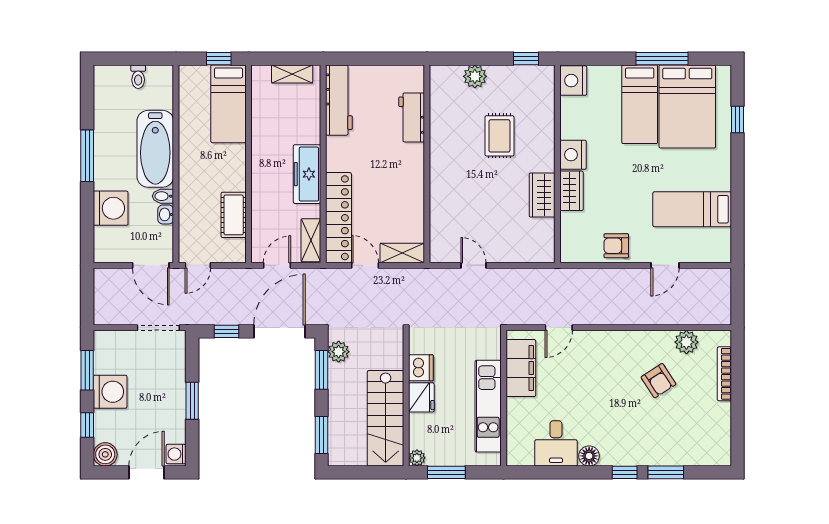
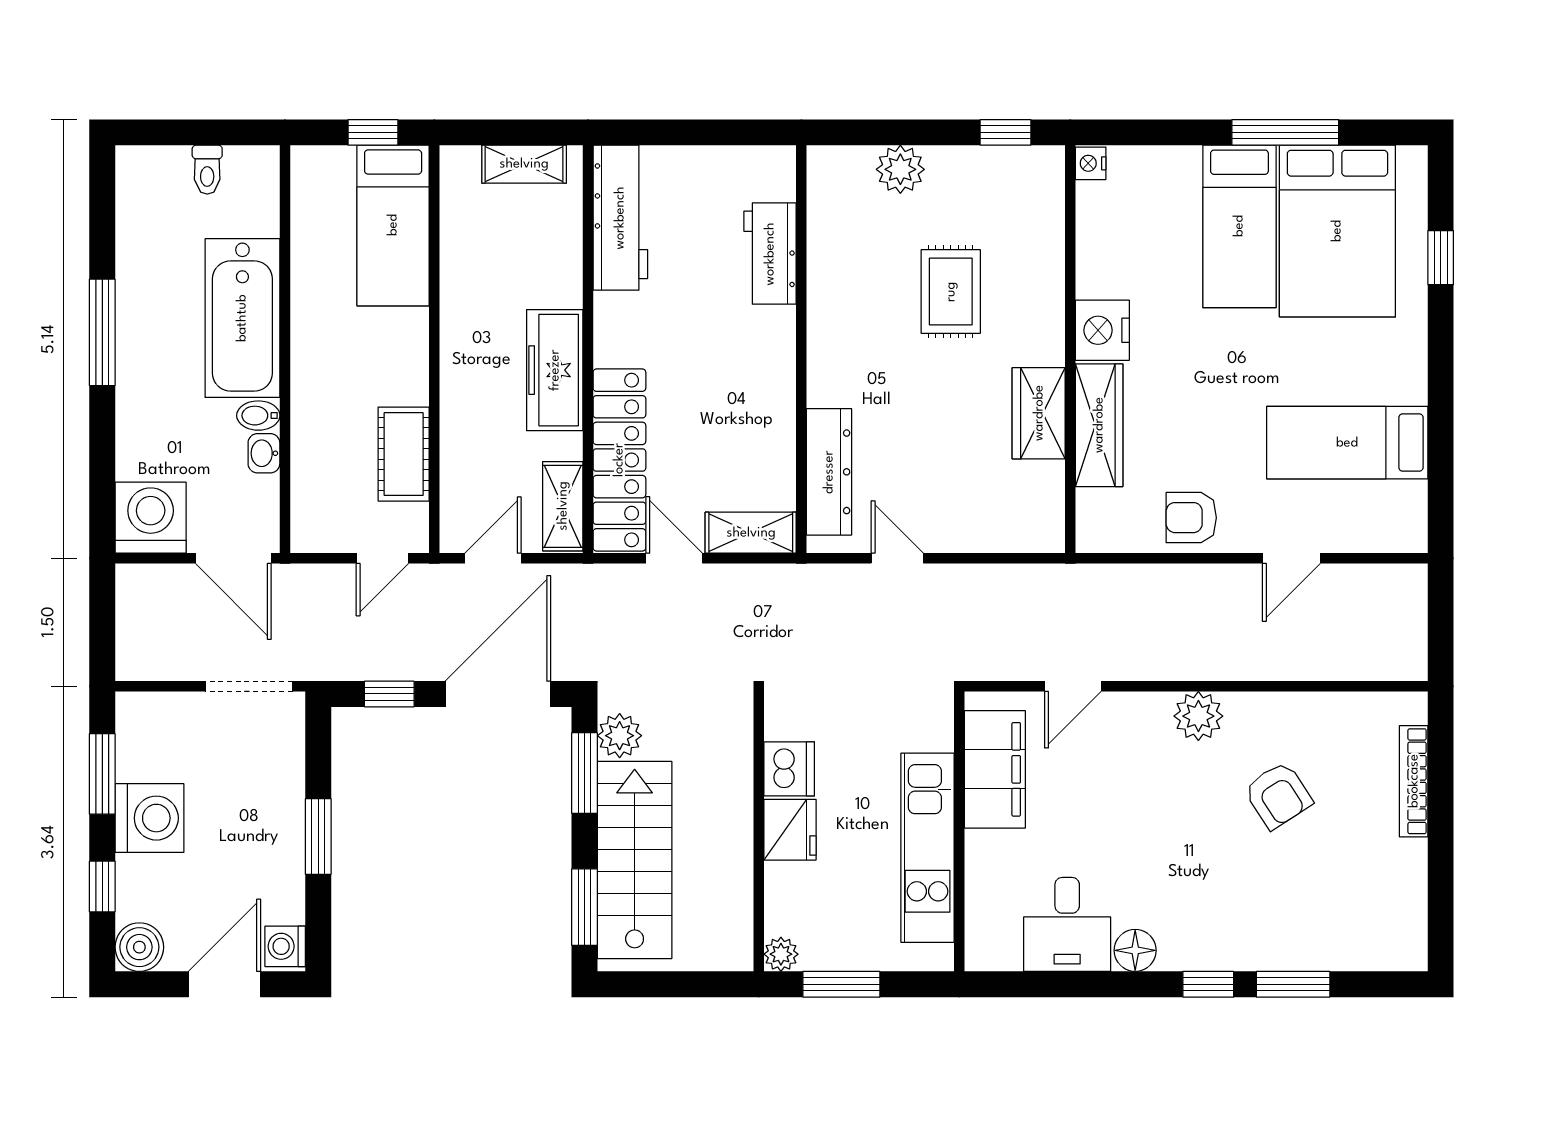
nightstand: (573, 81) -> (1091, 163), width x0.53, depth x0.56
wardrobe: (572, 191) -> (1099, 425), width x1.50
washing machine: (111, 208) -> (151, 518), moved, turned -90
dresser: (440, 223) -> (829, 472), added
door: (198, 265) -> (382, 558), moved
plant: (686, 342) -> (1198, 716), moved
stairs: (386, 418) -> (635, 860), moved, turned 180

